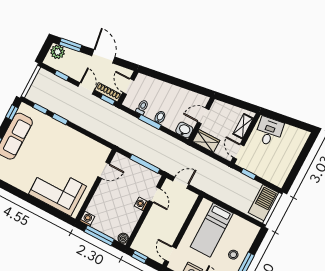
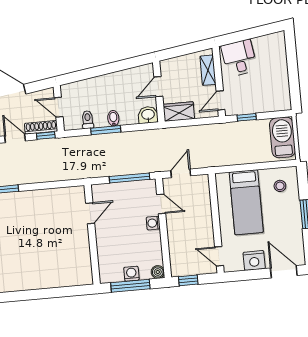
door: (238, 152) -> (221, 100), hinge flipped
corner sofa: (58, 190) -> (55, 266), removed
washing machine: (87, 219) -> (131, 274), moved
stool: (233, 255) -> (280, 186), moved

